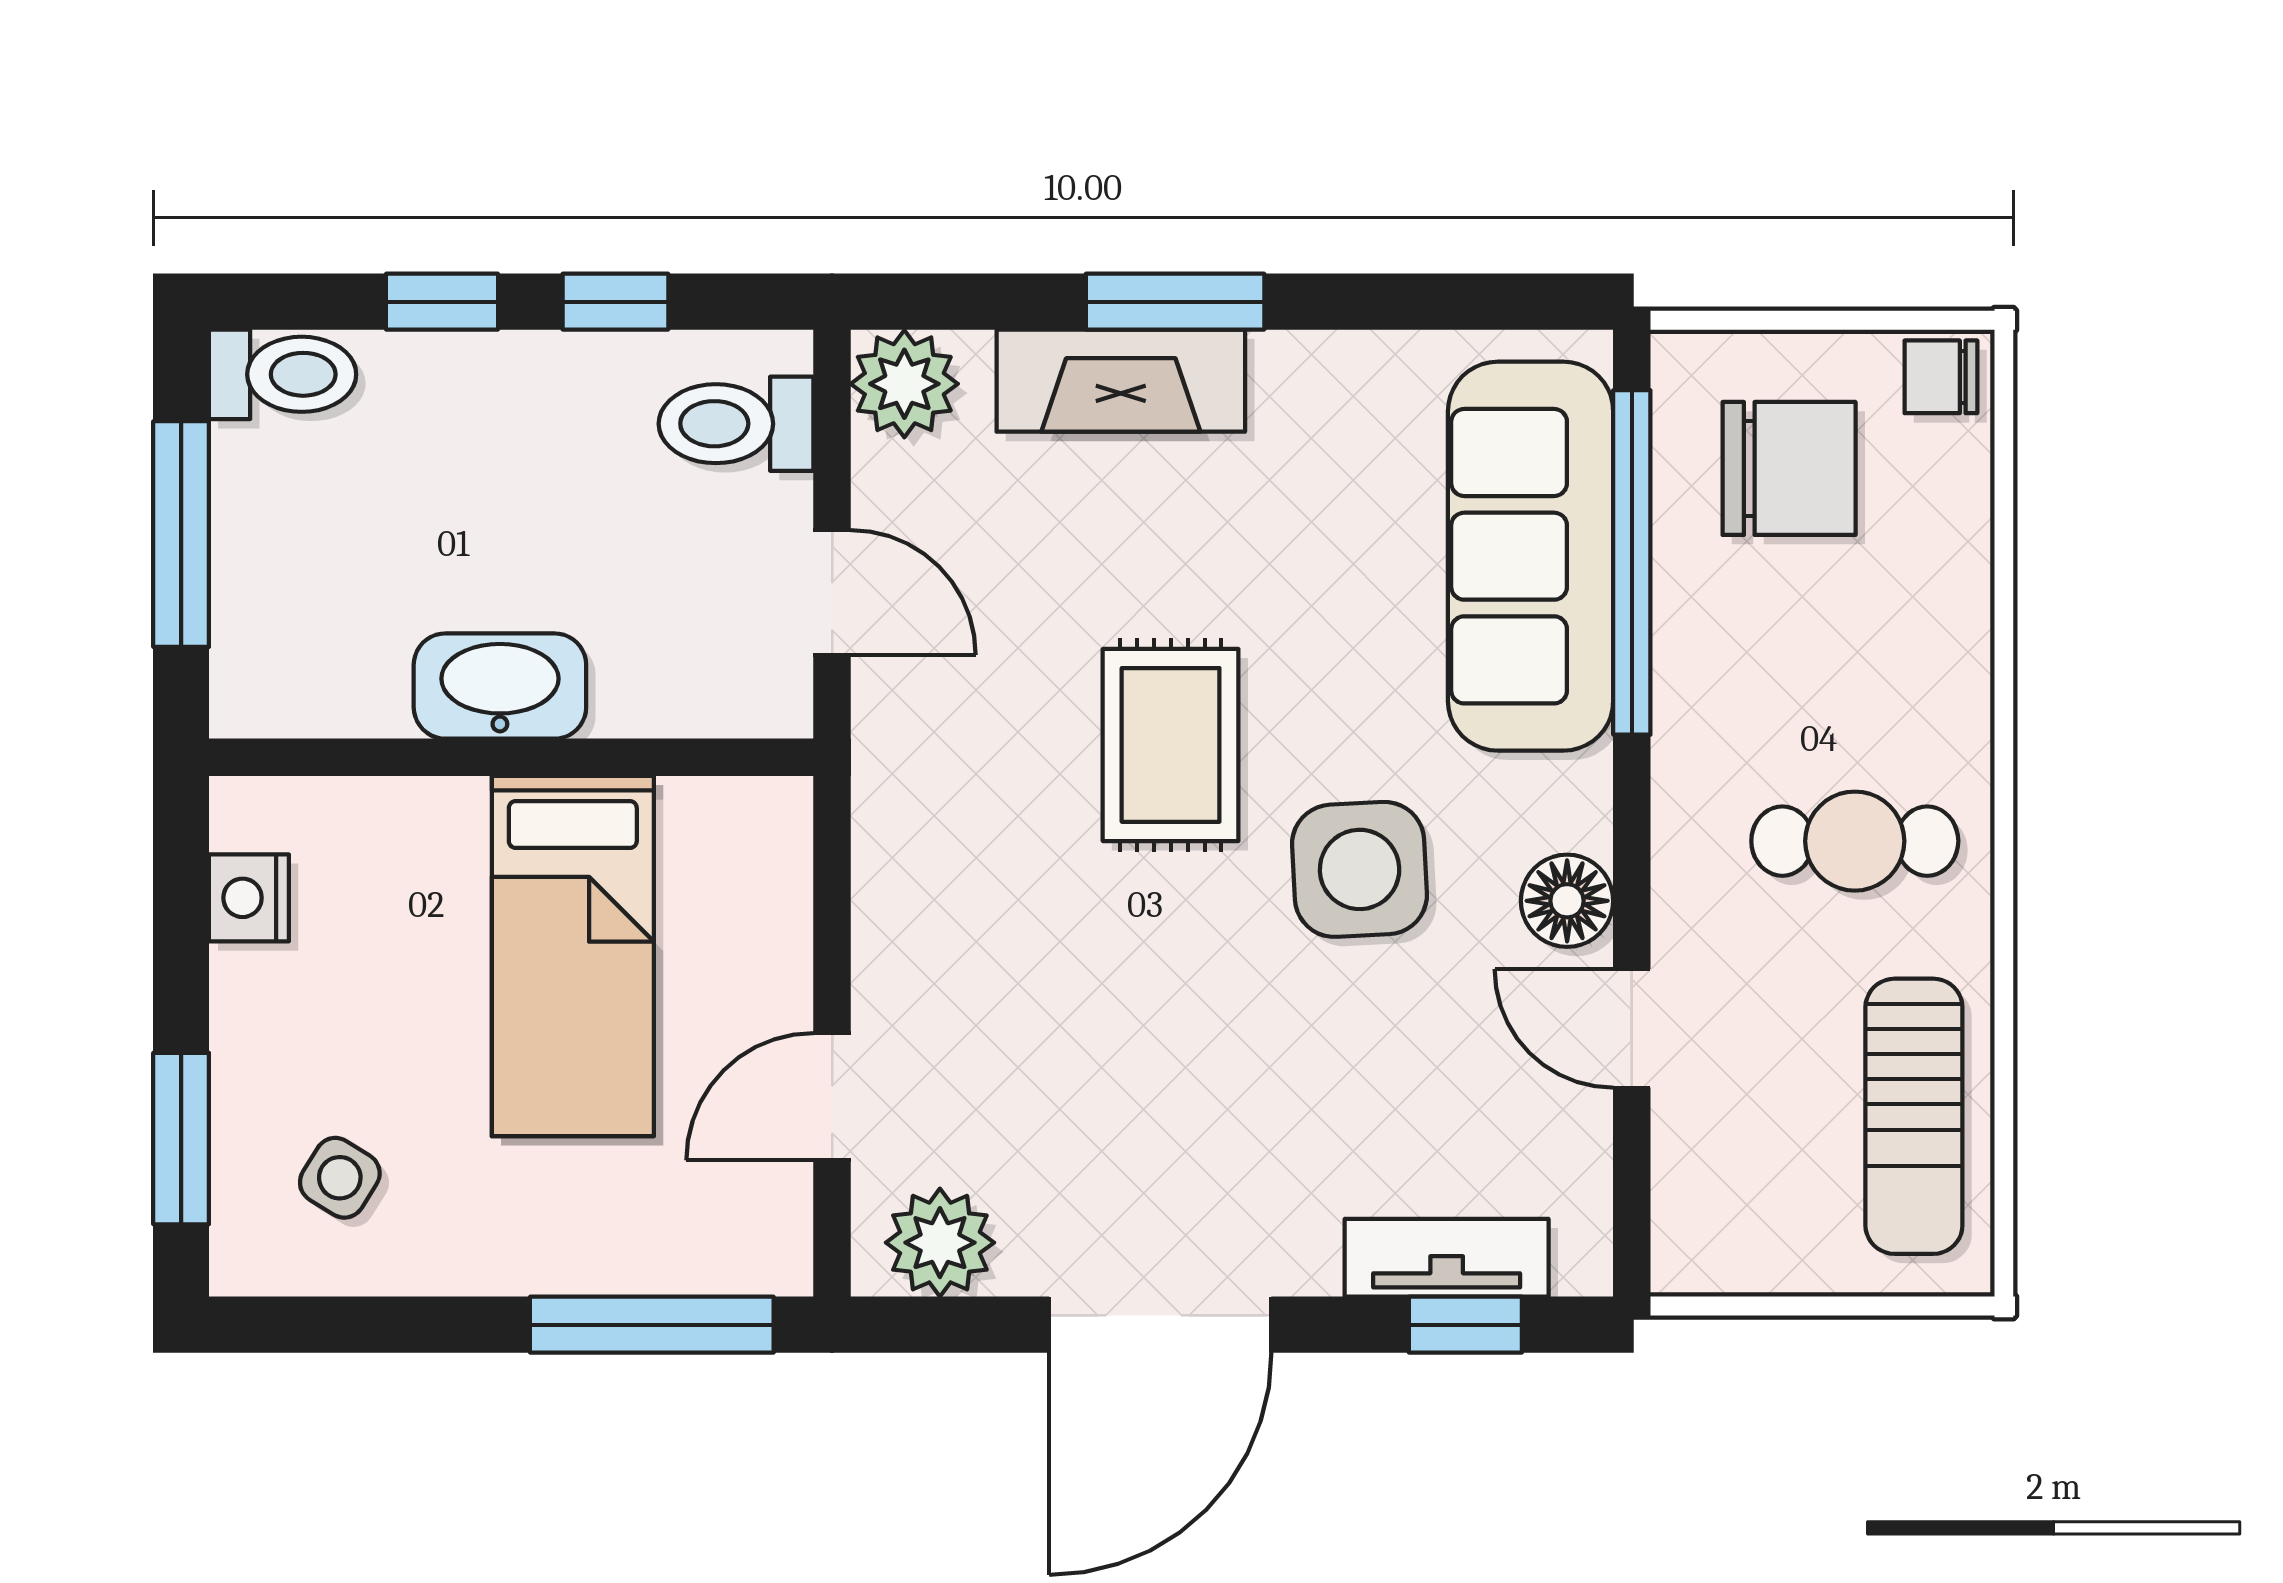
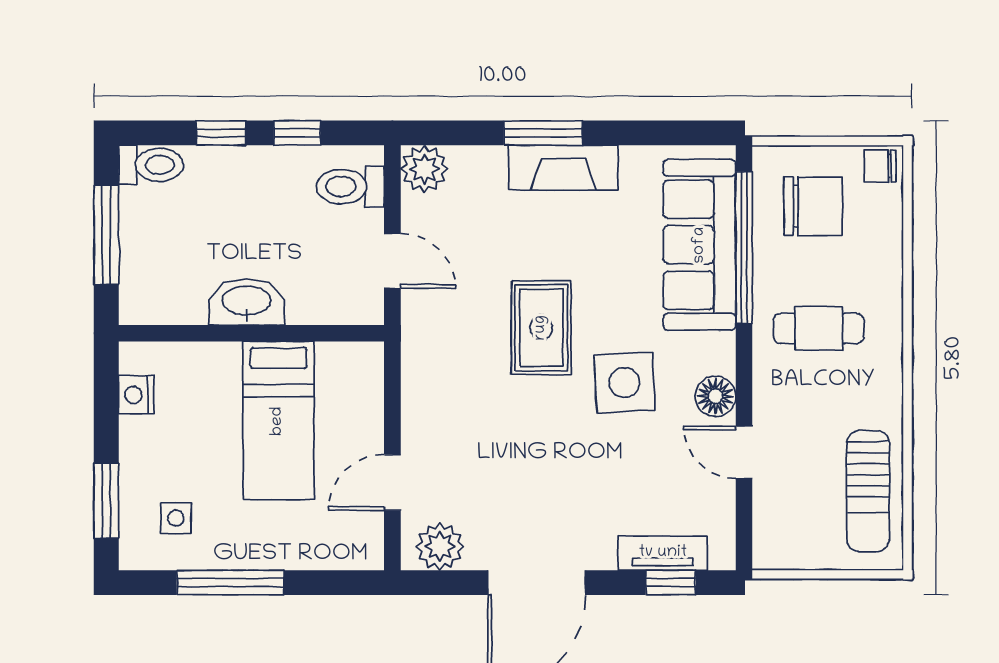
fireplace: (1121, 381) -> (563, 168), moved
cafe table: (1855, 841) -> (819, 328), moved
side table: (340, 1178) -> (176, 518), turned -32
window: (652, 1325) -> (230, 583), moved

